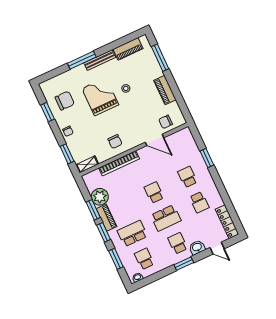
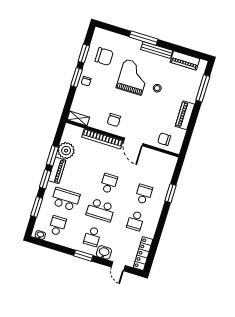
door: (155, 140) -> (133, 142), moved
window: (67, 154) -> (76, 77), moved
school desk: (178, 243) -> (92, 237), turned 180

